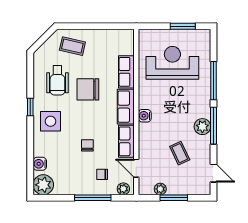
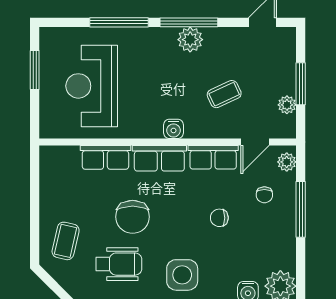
coffee table: (180, 153) -> (224, 94), moved

